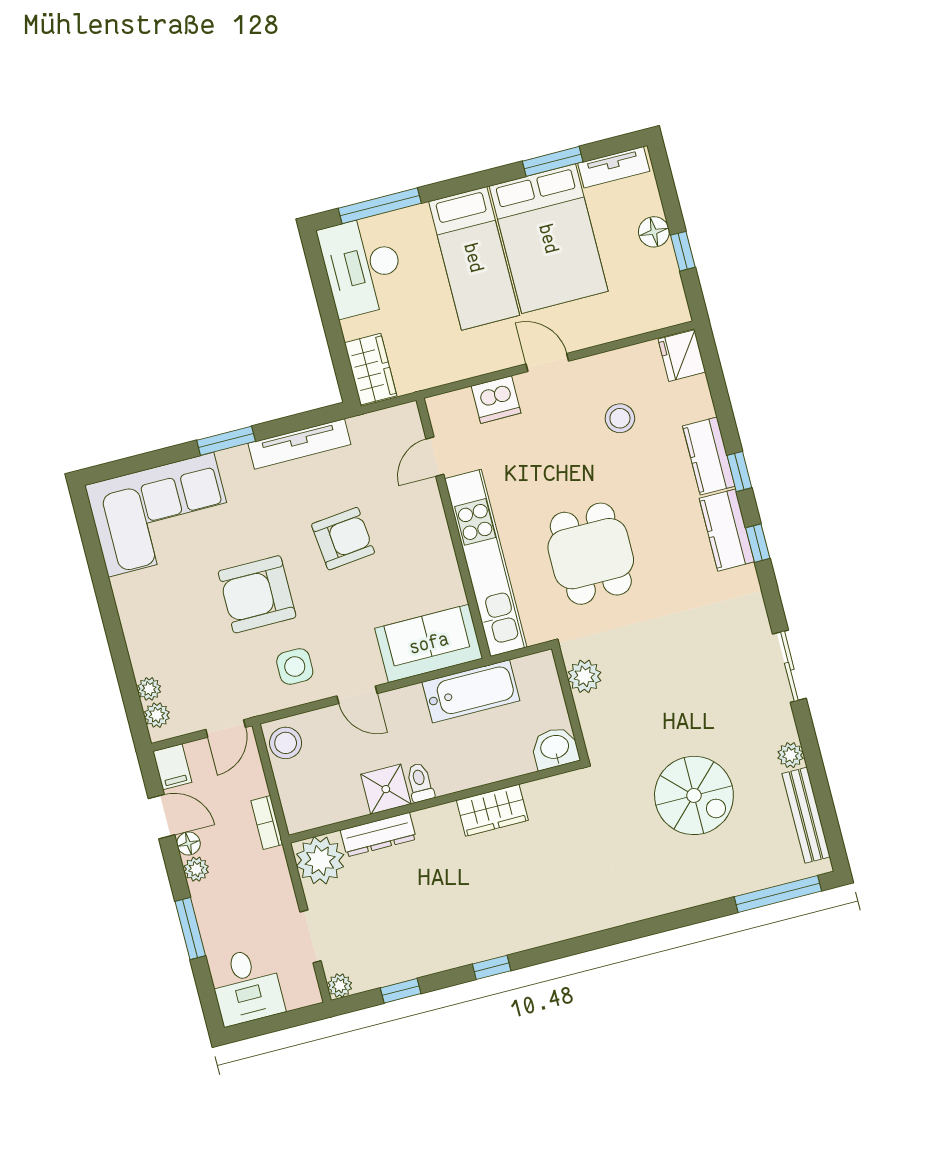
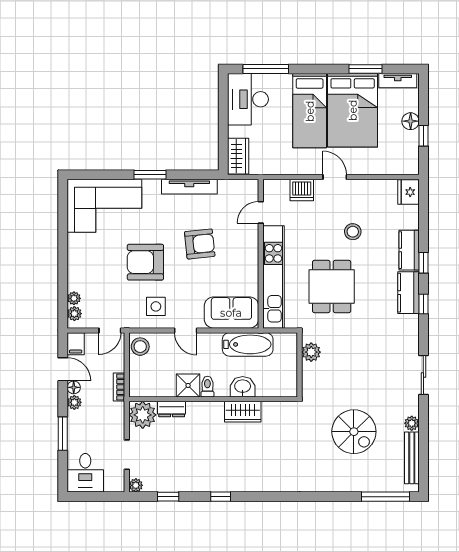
stool: (620, 418) -> (353, 232), moved
washbasin: (555, 748) -> (243, 387), moved
dresser: (378, 835) -> (172, 409), width x0.70

